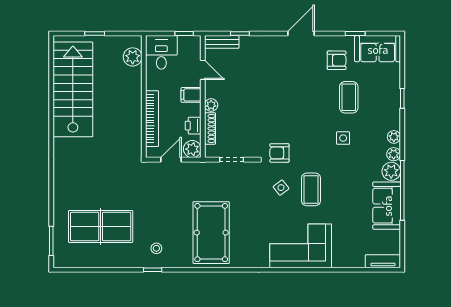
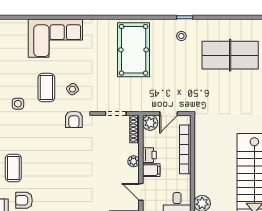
printer: (193, 126) -> (149, 155), moved
shoe rack: (210, 128) -> (134, 129), moved
side table: (343, 138) -> (18, 104), moved
armchair: (279, 153) -> (74, 119), turned 90

